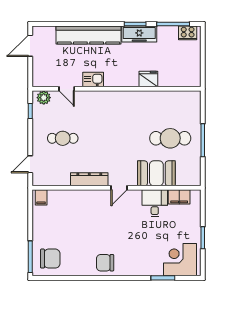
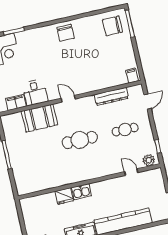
kitchen sink: (93, 79) -> (81, 192), moved
cafe table: (170, 138) -> (80, 140), moved
dresser: (89, 179) -> (111, 96), moved
door: (119, 188) -> (68, 99), hinge flipped
chair: (105, 263) -> (66, 33), turned 90

